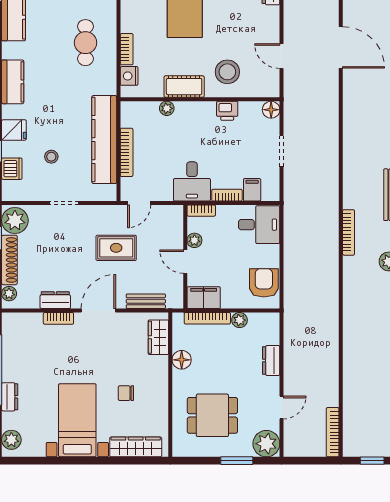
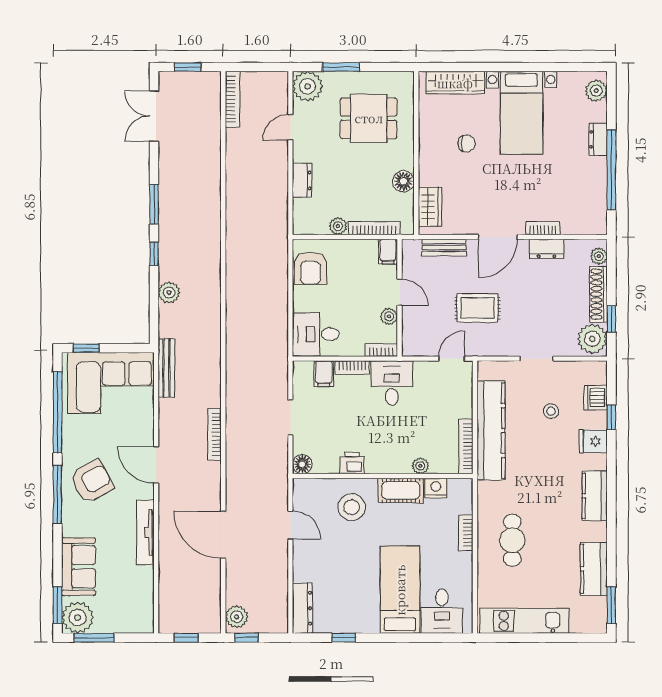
nightstand: (129, 76) -> (436, 488), moved, turned -90
bookcase: (127, 152) -> (466, 446), moved
bookcase: (349, 232) -> (215, 434), moved
filing cabinet: (204, 298) -> (388, 252), width x0.50

